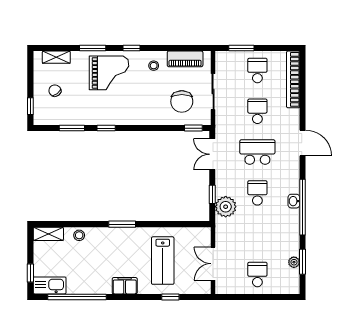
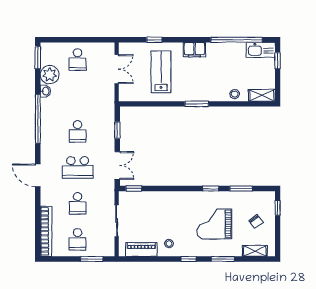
grand piano: (109, 73) -> (214, 224), moved
chair: (182, 101) -> (144, 212), removed
washbasin: (294, 201) -> (45, 91), moved
plant: (226, 207) -> (106, 119), removed
plant: (294, 262) -> (50, 75), width x1.88, depth x1.88
window: (303, 262) -> (38, 58), moved

